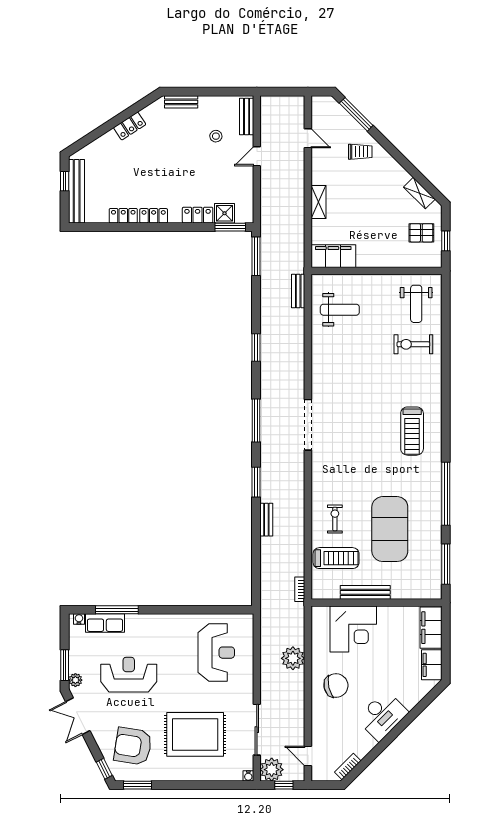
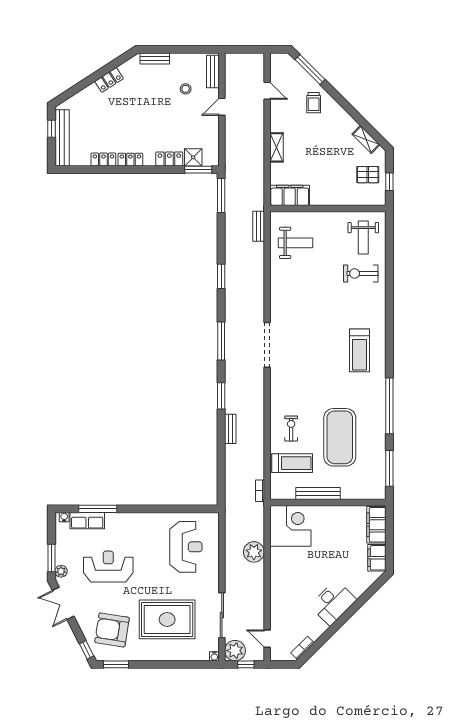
trolley: (360, 152) -> (314, 103), turned 90
corner desk: (353, 629) -> (290, 526), moved, turned -90
chair: (336, 686) -> (292, 576), removed

